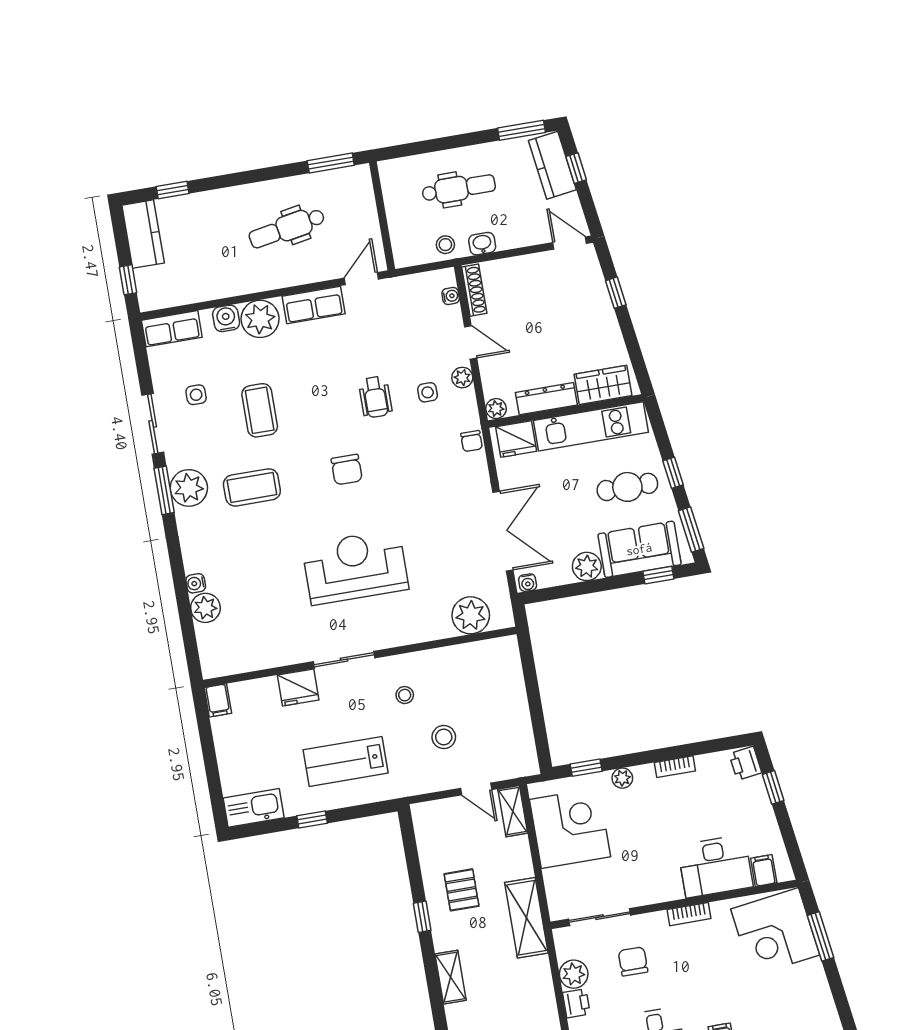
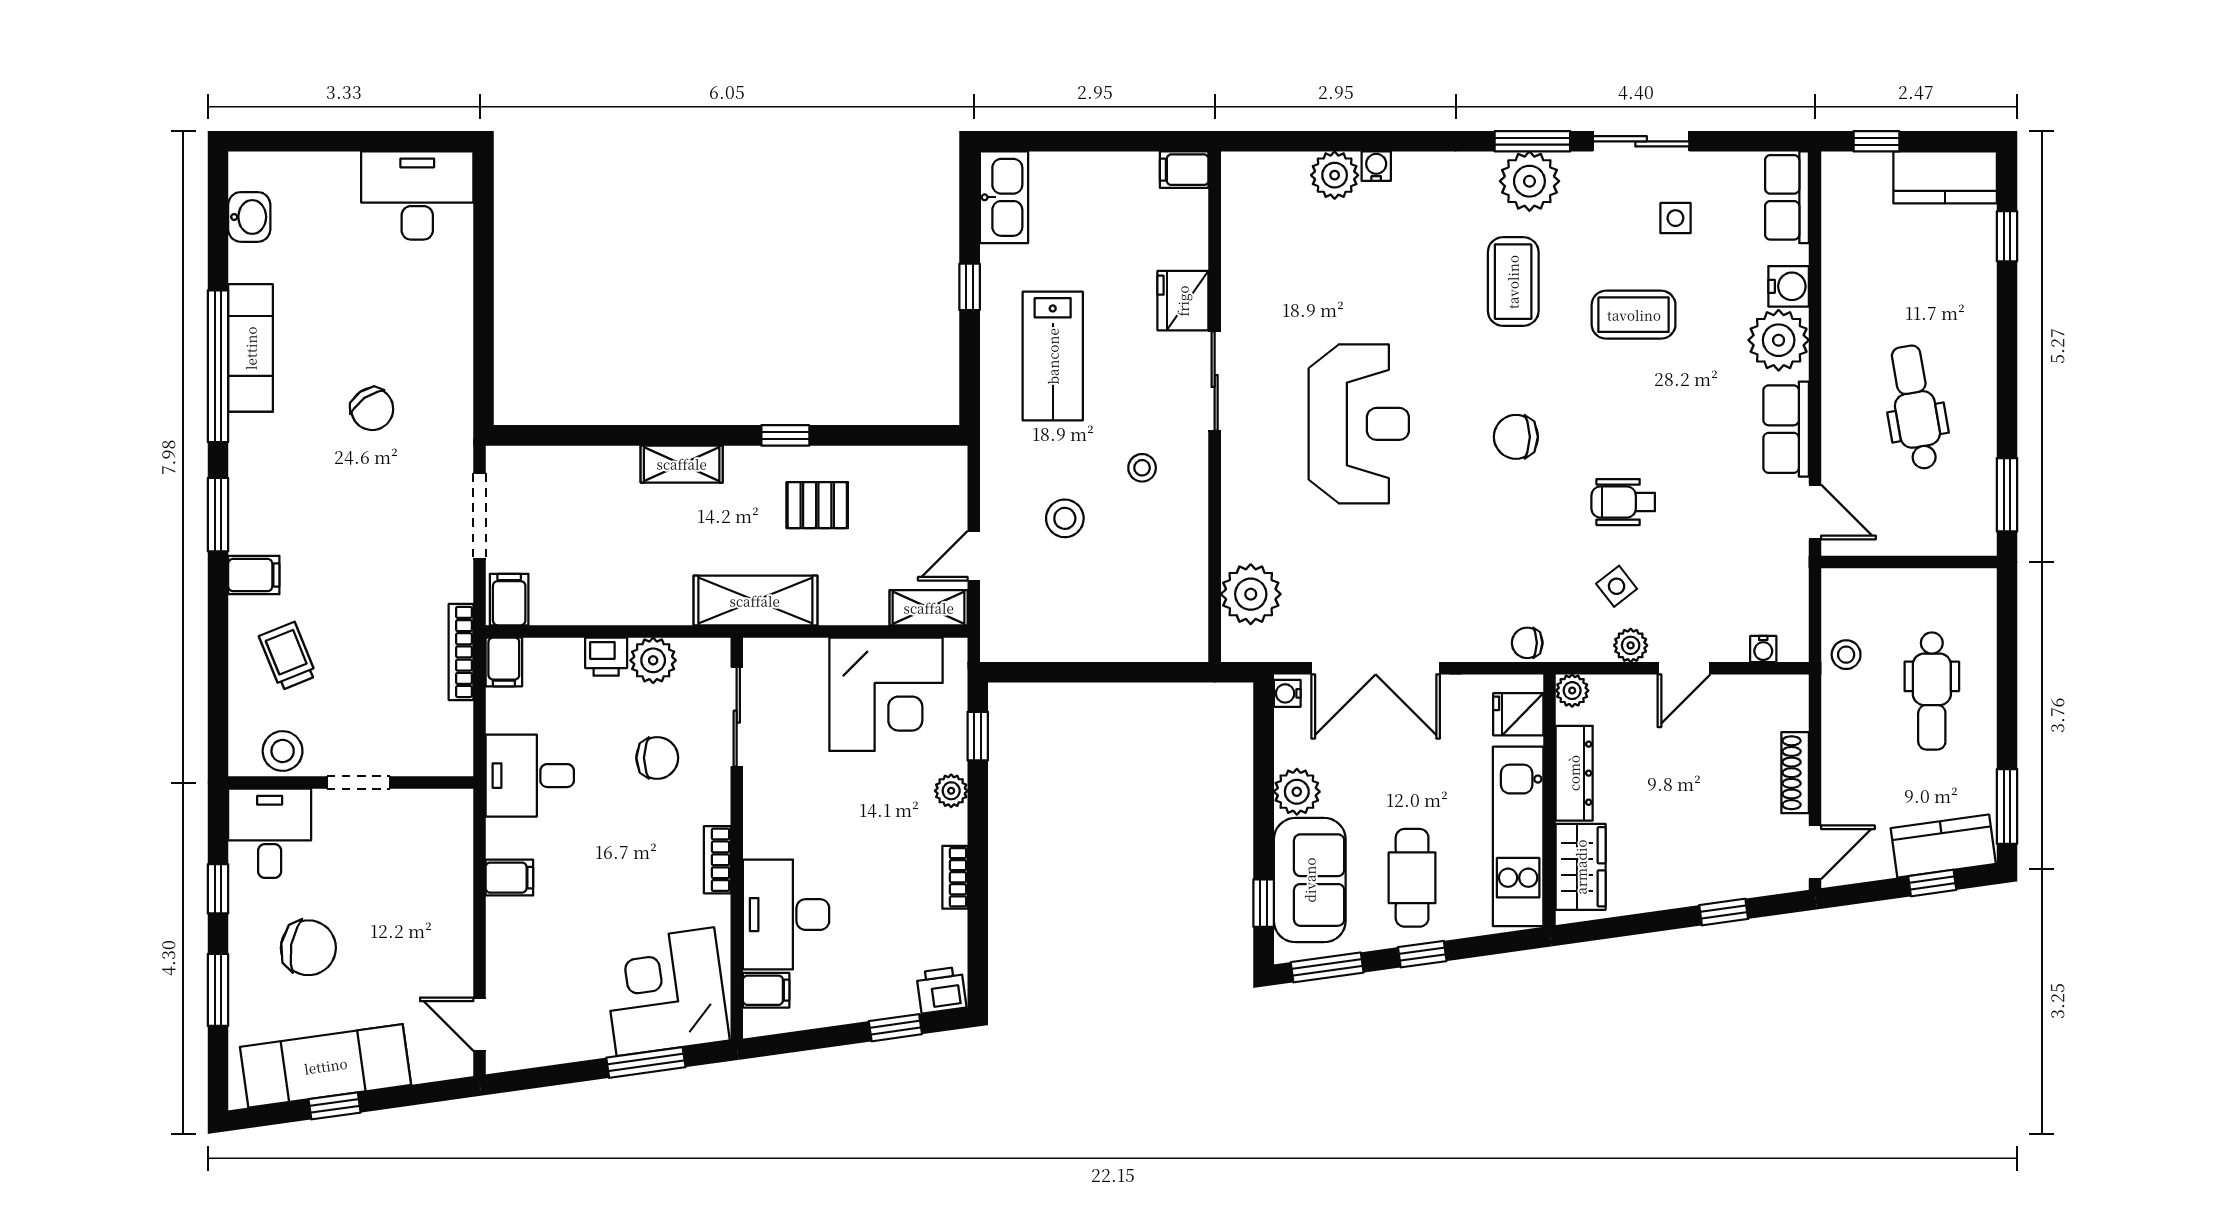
washbasin: (482, 244) -> (1838, 713), removed
shoe rack: (474, 290) -> (1795, 773), moved, turned 90
side table: (428, 392) -> (1617, 586), turned -38
fridge: (516, 439) -> (1518, 714), width x0.72
lab bench: (346, 761) -> (1053, 356), turned 180

